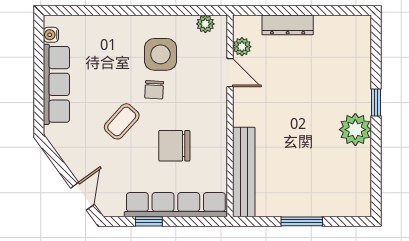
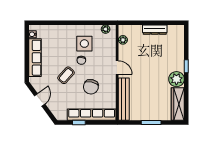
dresser: (288, 25) -> (155, 30), moved
door: (230, 73) -> (117, 68), moved
chair: (174, 146) -> (91, 87), turned -77
wardrobe: (358, 182) -> (178, 104), added
door: (82, 196) -> (40, 100), moved

